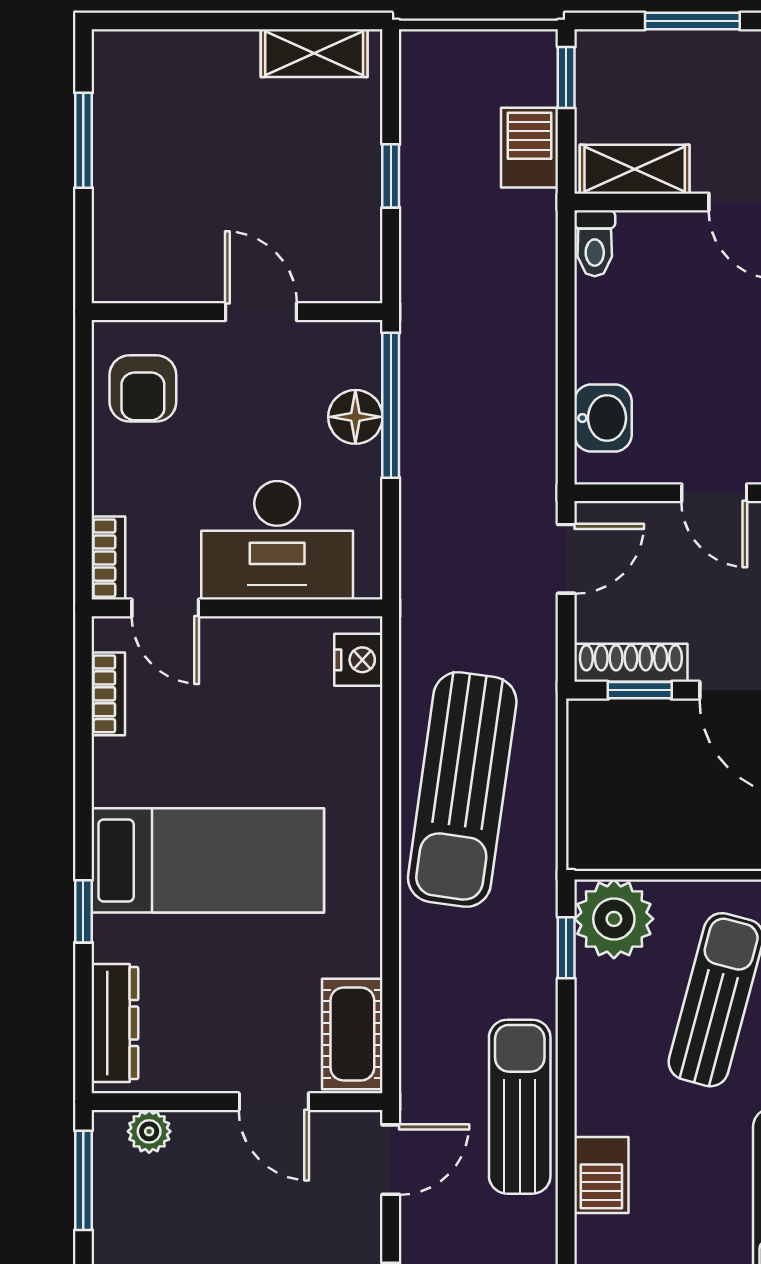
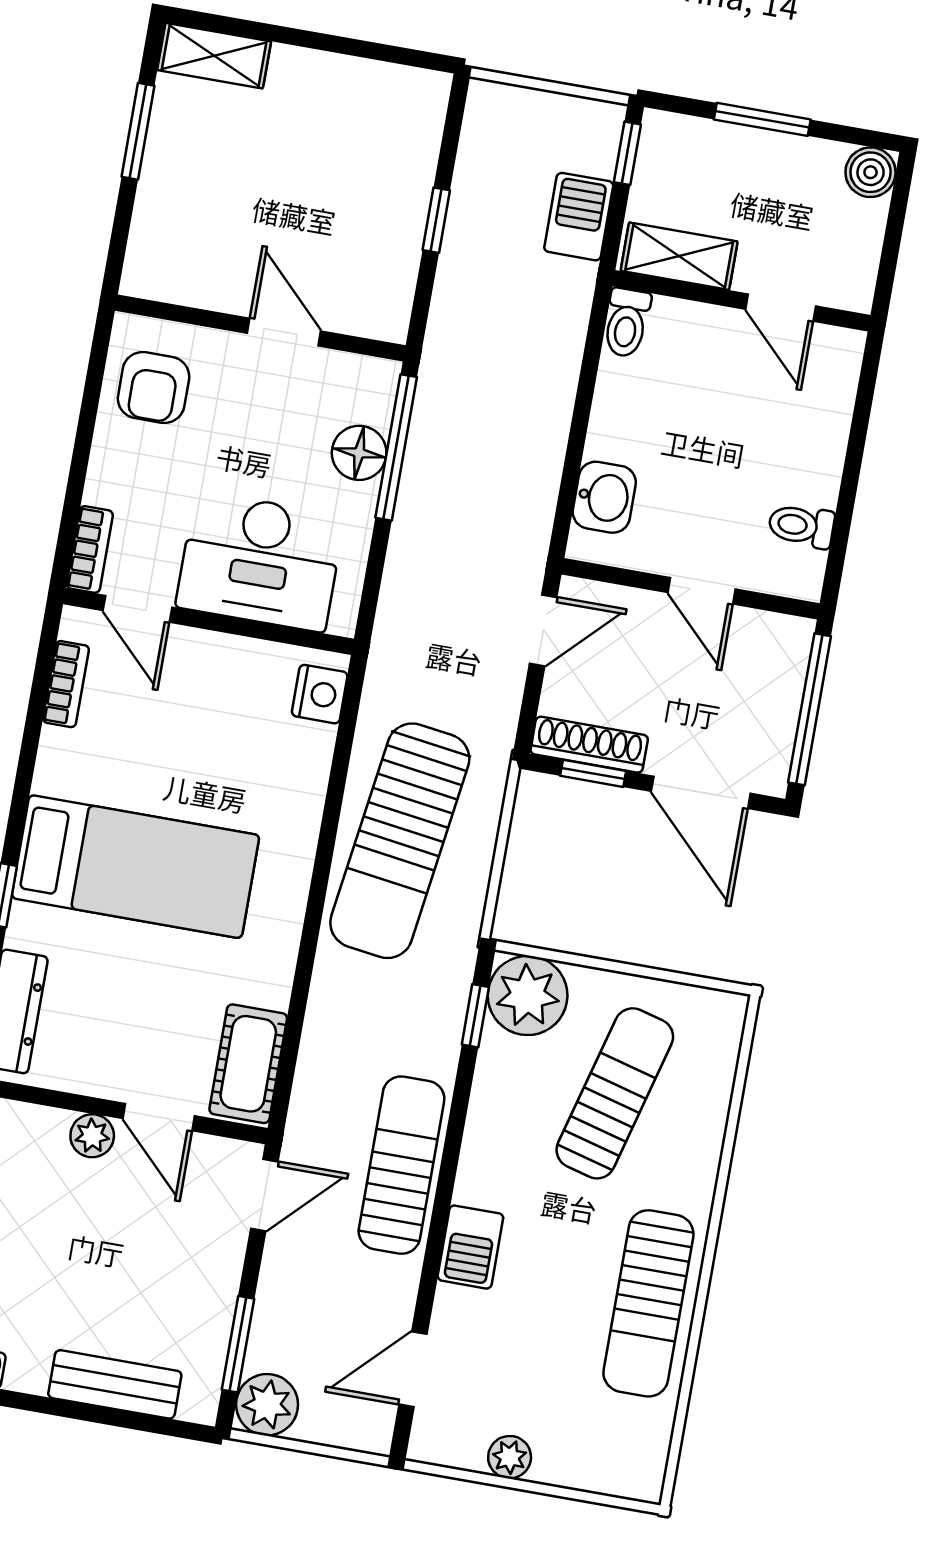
shelving: (314, 53) -> (214, 56), moved
plant: (149, 1131) -> (92, 1136), moved

